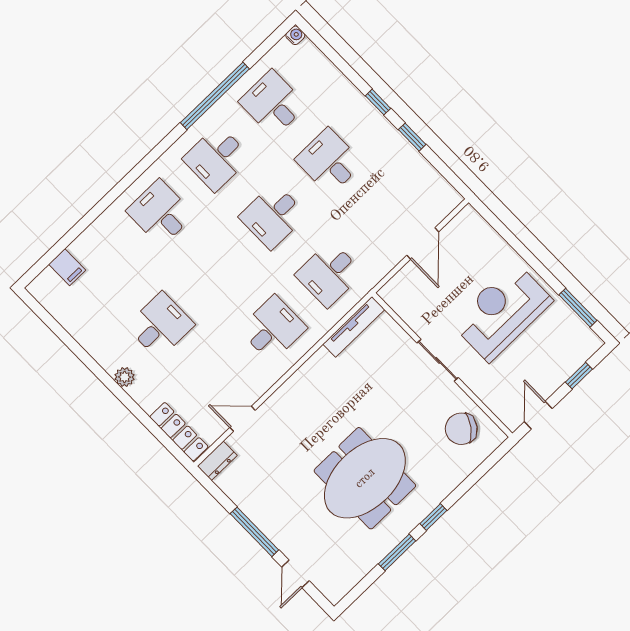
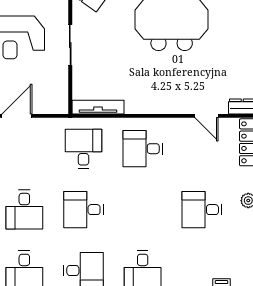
desk: (273, 216) -> (83, 210), turned 180
desk: (329, 274) -> (83, 149), turned -90

